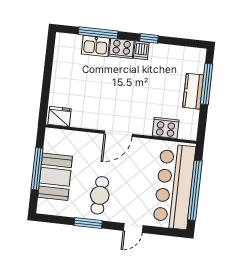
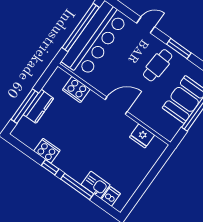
window: (98, 33) -> (77, 186), moved
cooker: (122, 48) -> (47, 151), moved
dishwasher: (141, 50) -> (111, 196), moved
fridge: (60, 116) -> (142, 136), moved

